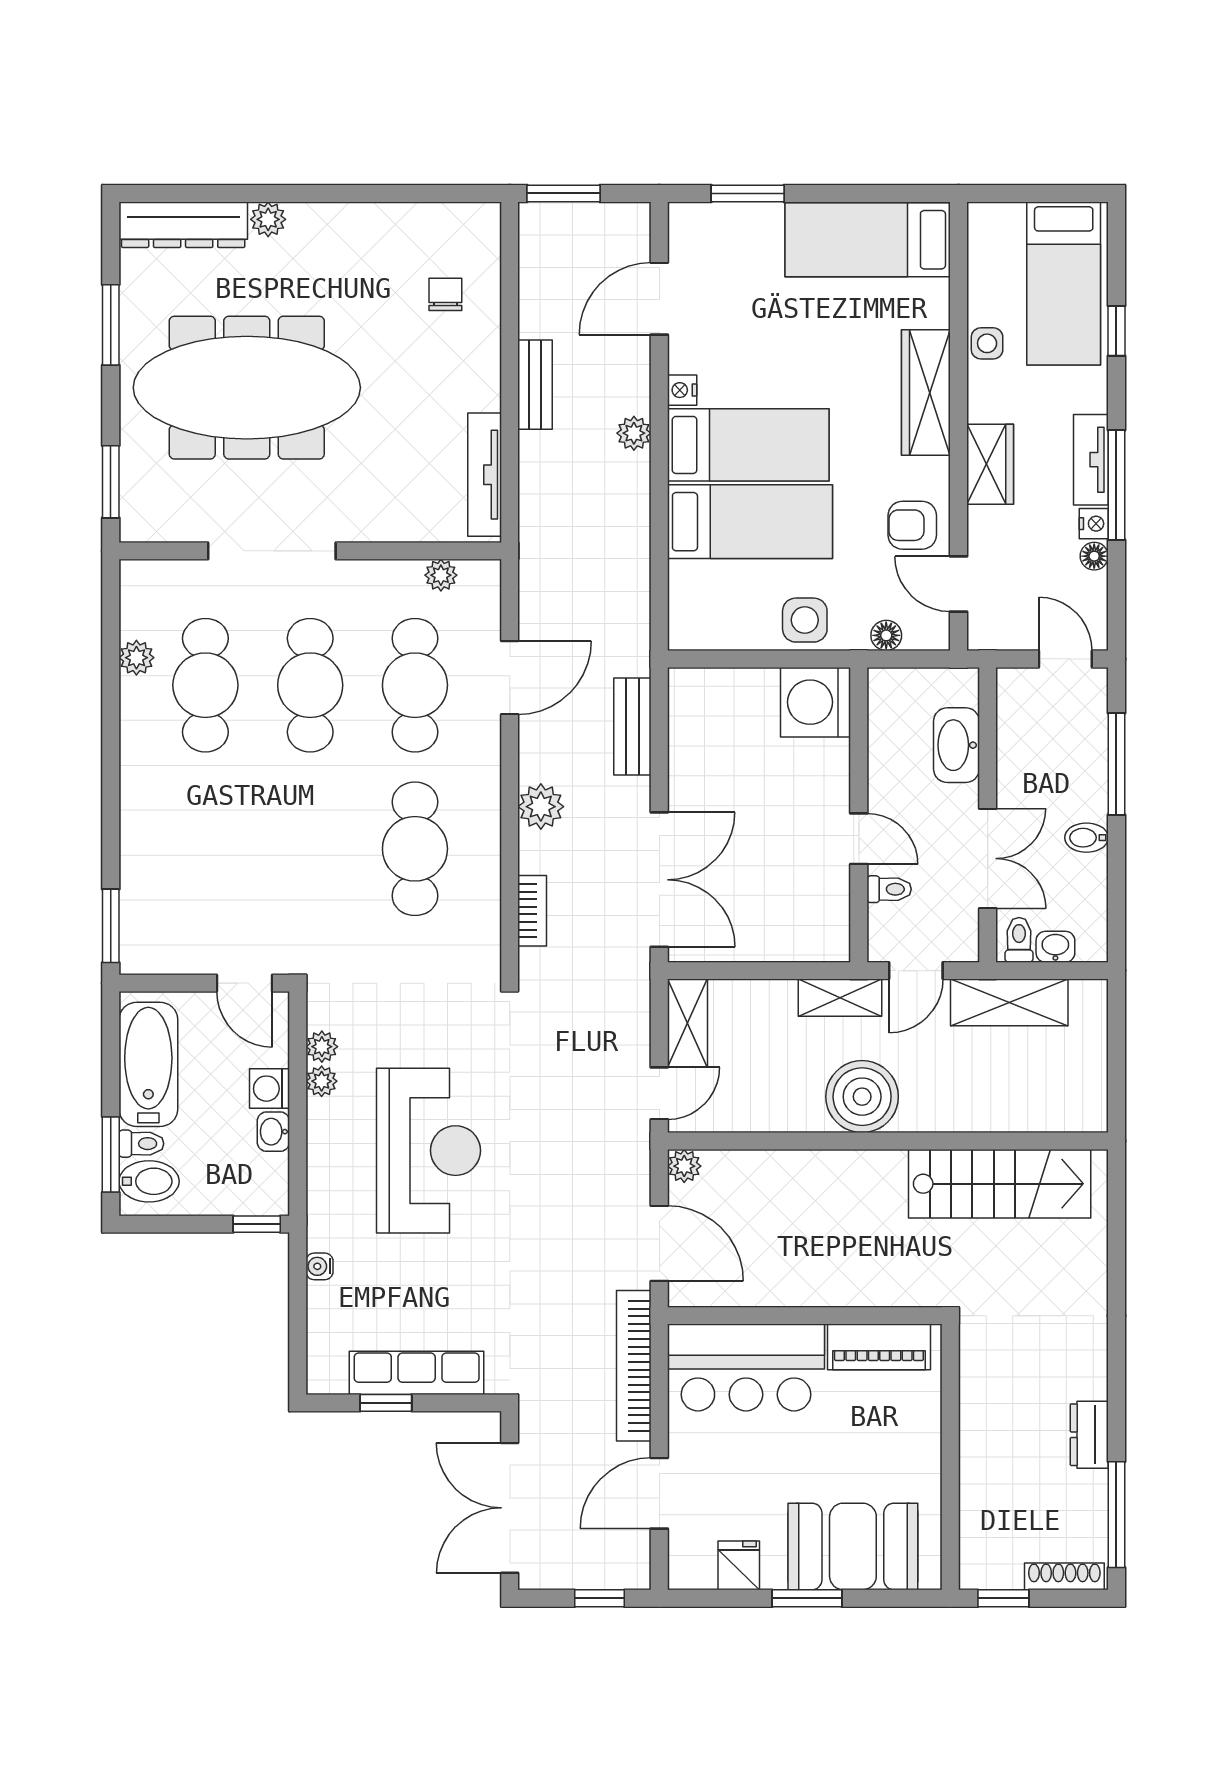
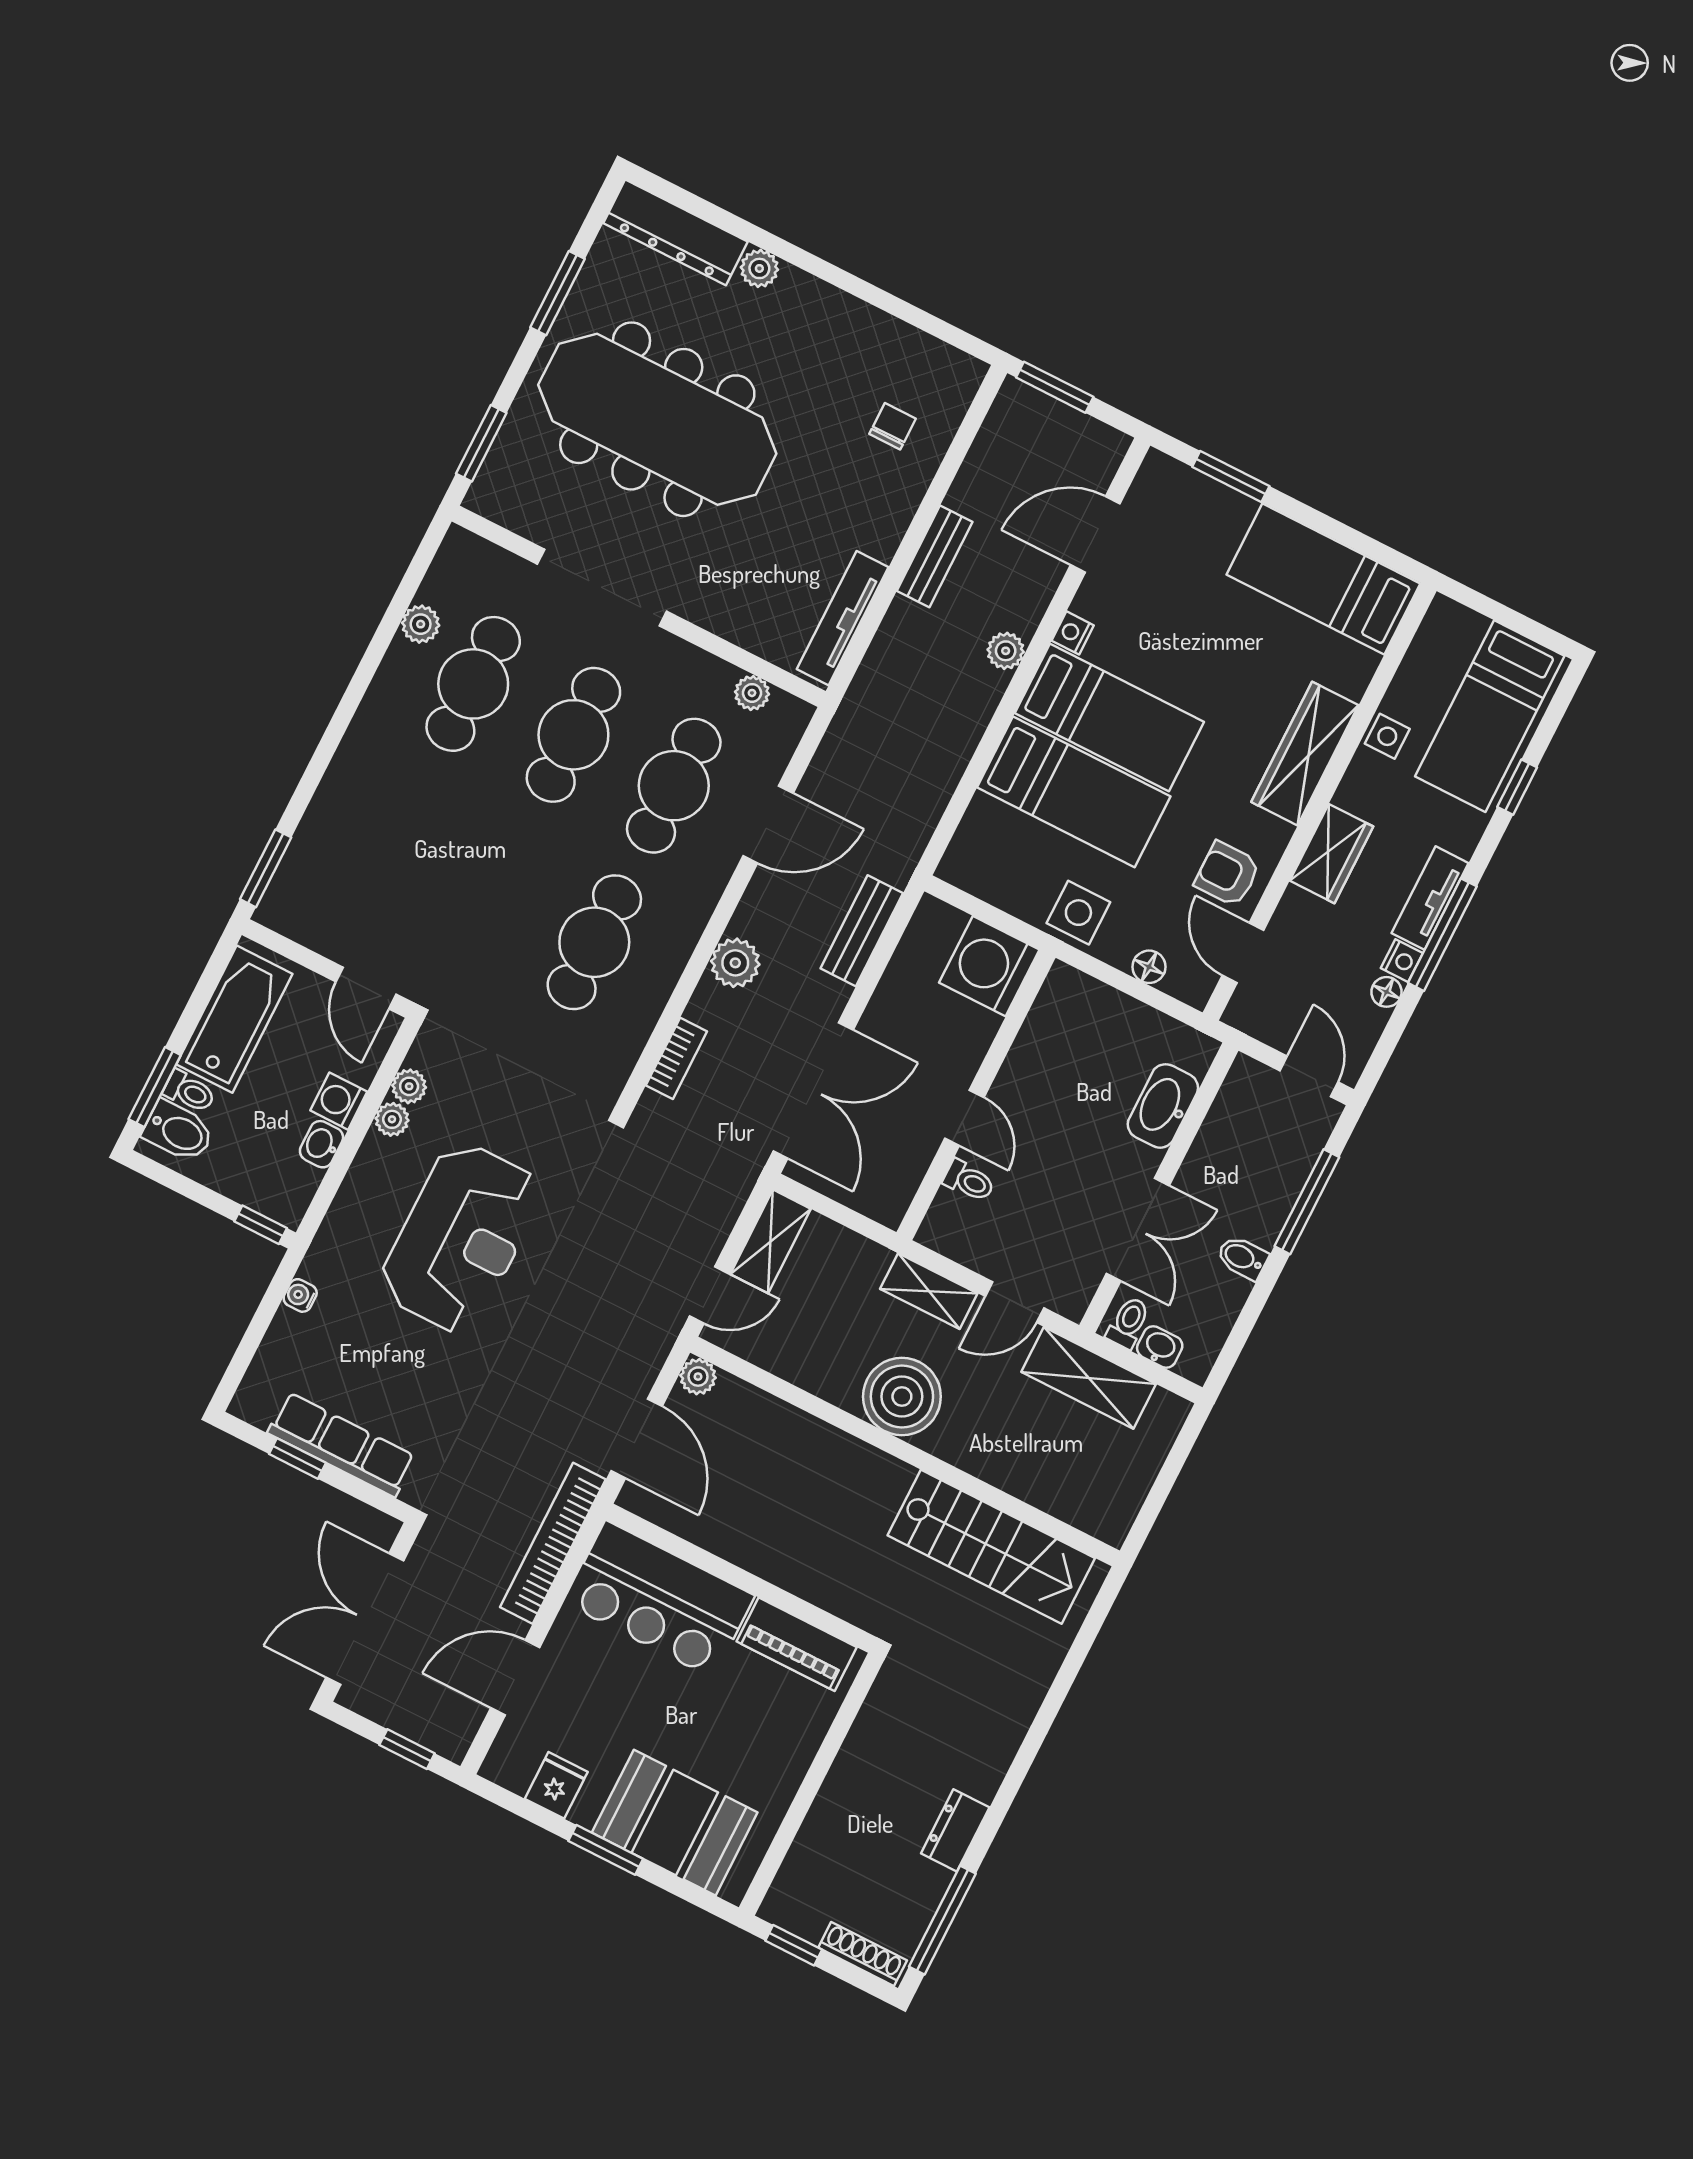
washing machine: (816, 702) -> (989, 966), moved
wall: (859, 815) -> (976, 1095), moved
door: (859, 839) -> (964, 1118), moved
toilet: (889, 889) -> (969, 1181), moved

